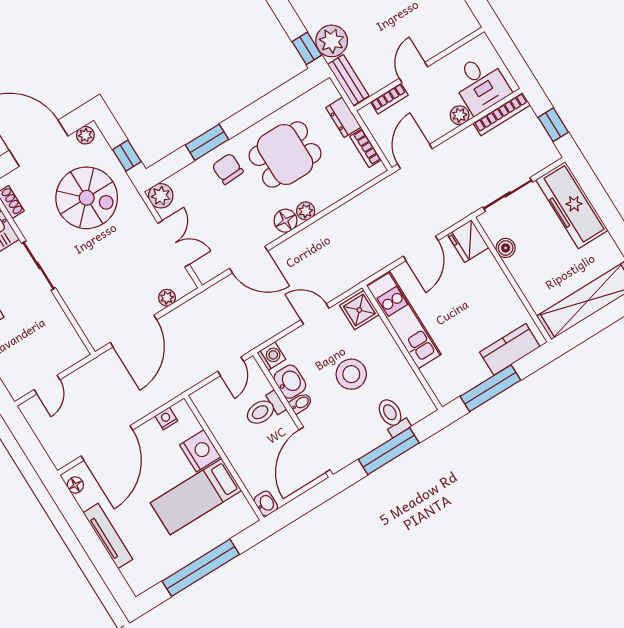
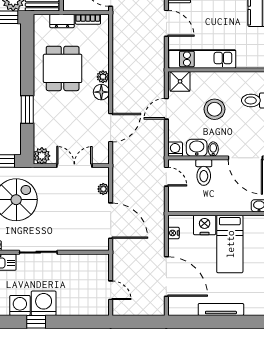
chair: (228, 169) -> (50, 107), removed
floor lamp: (75, 485) -> (179, 310), removed

